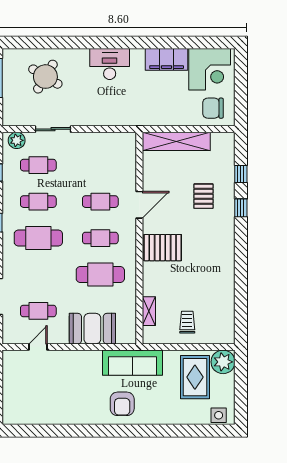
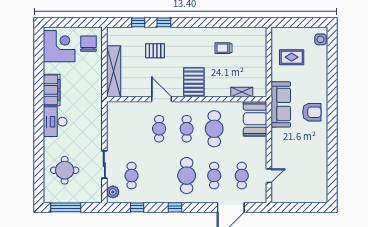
filing cabinet: (167, 59) -> (52, 90), moved
round table: (45, 77) -> (65, 170), turned -31
chair: (213, 108) -> (88, 44), turned 180
cafe table: (38, 202) -> (214, 176), moved
trolley: (187, 322) -> (224, 48), moved
booth: (92, 329) -> (255, 119), moved
door: (38, 347) -> (269, 176), swing flipped
plant: (223, 362) -> (280, 36), removed
rug: (195, 377) -> (292, 57), width x0.73, depth x0.70

